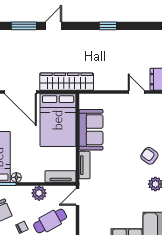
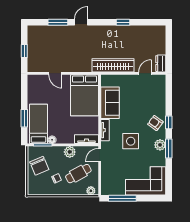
wardrobe: (67, 82) -> (113, 65), moved
door: (20, 92) -> (55, 73), width x0.53
door: (136, 92) -> (145, 73), hinge flipped
side table: (118, 179) -> (131, 141), added

